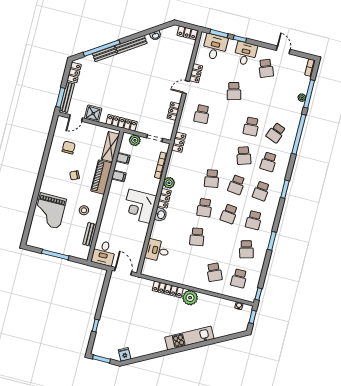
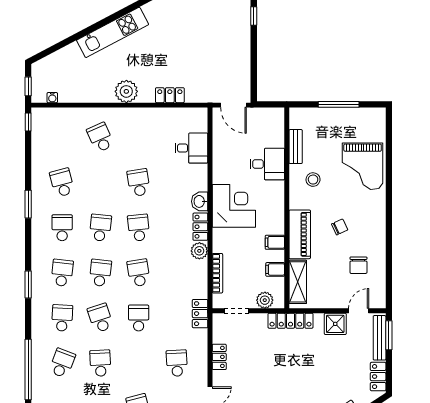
grand piano: (50, 211) -> (363, 166), turned 180
desk: (104, 253) -> (267, 164), moved, turned 90
school desk: (239, 278) -> (139, 318), moved
locker: (168, 289) -> (170, 95), width x0.66

